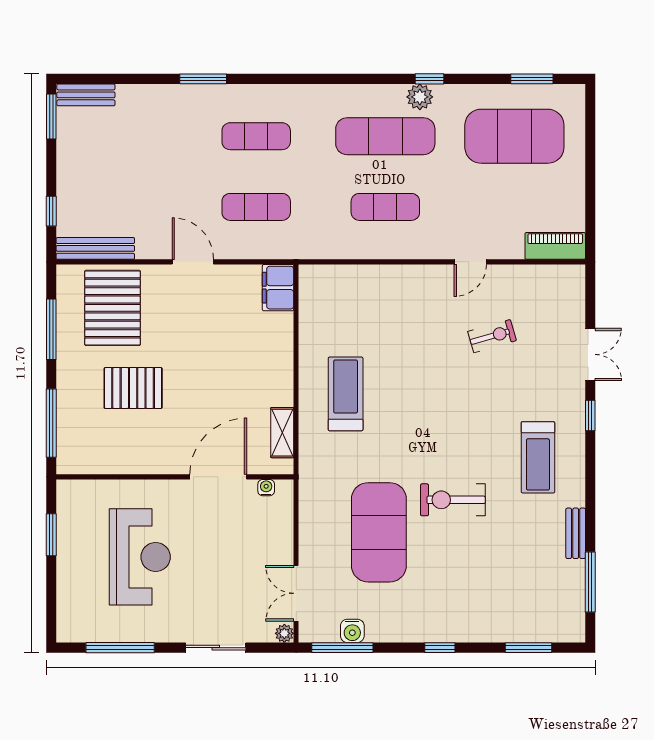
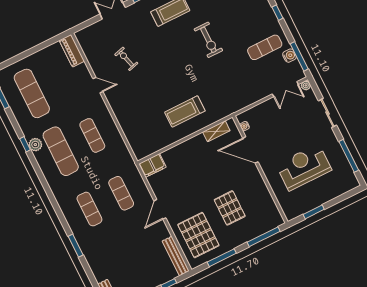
exercise mat: (514, 136) -> (32, 93), width x0.68
pallet: (113, 308) -> (198, 235), turned 90
exercise mat: (379, 532) -> (265, 47), moved, width x0.50, depth x0.69

